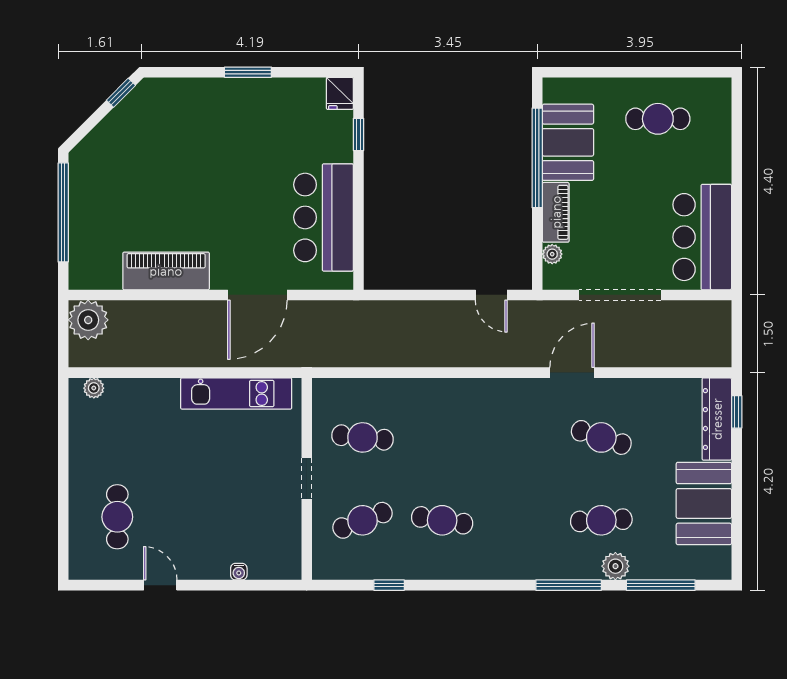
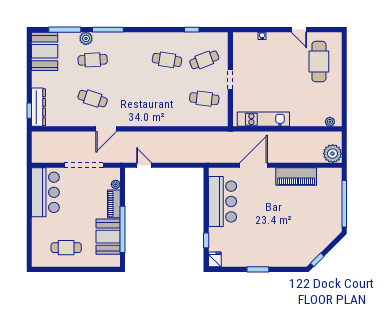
booth: (704, 503) -> (45, 51), moved
cafe table: (117, 517) -> (319, 62), width x1.37, depth x1.35

